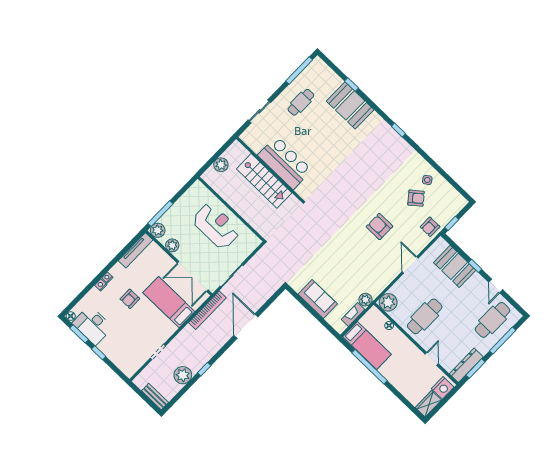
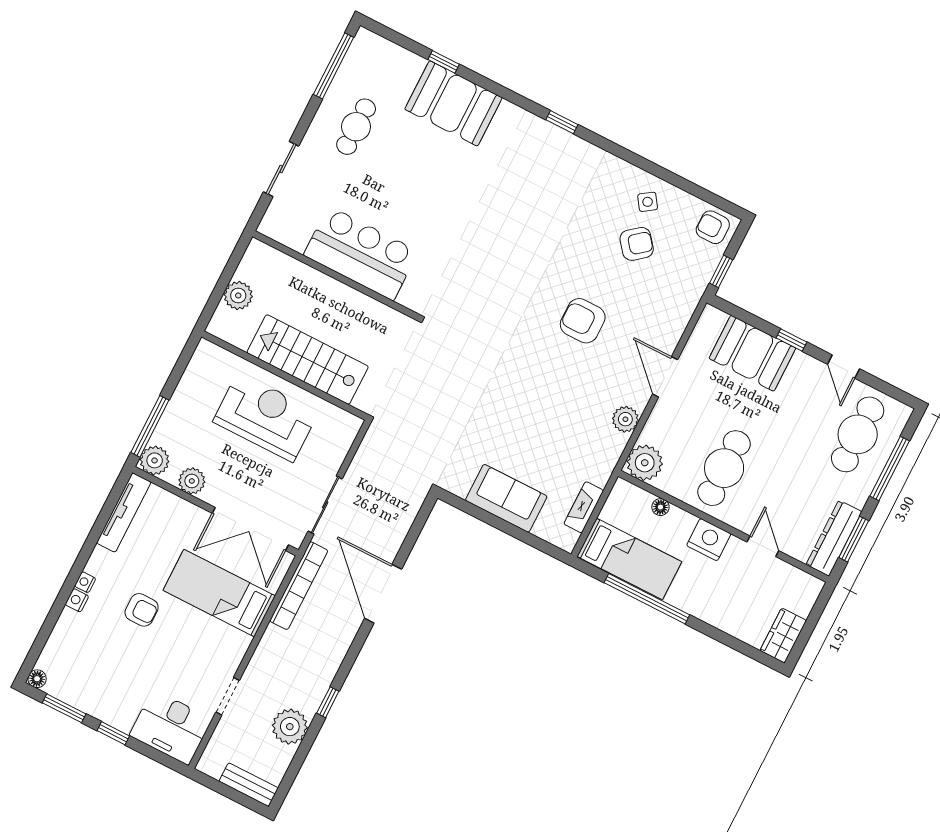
stairs: (264, 181) -> (308, 360), moved, turned 180
armchair: (430, 227) -> (713, 227), moved, turned 90
armchair: (130, 299) -> (142, 610), turned -90
plant: (365, 300) -> (625, 419), moved
desk: (92, 325) -> (171, 727), moved
nightstand: (443, 388) -> (709, 540), moved, turned -90

